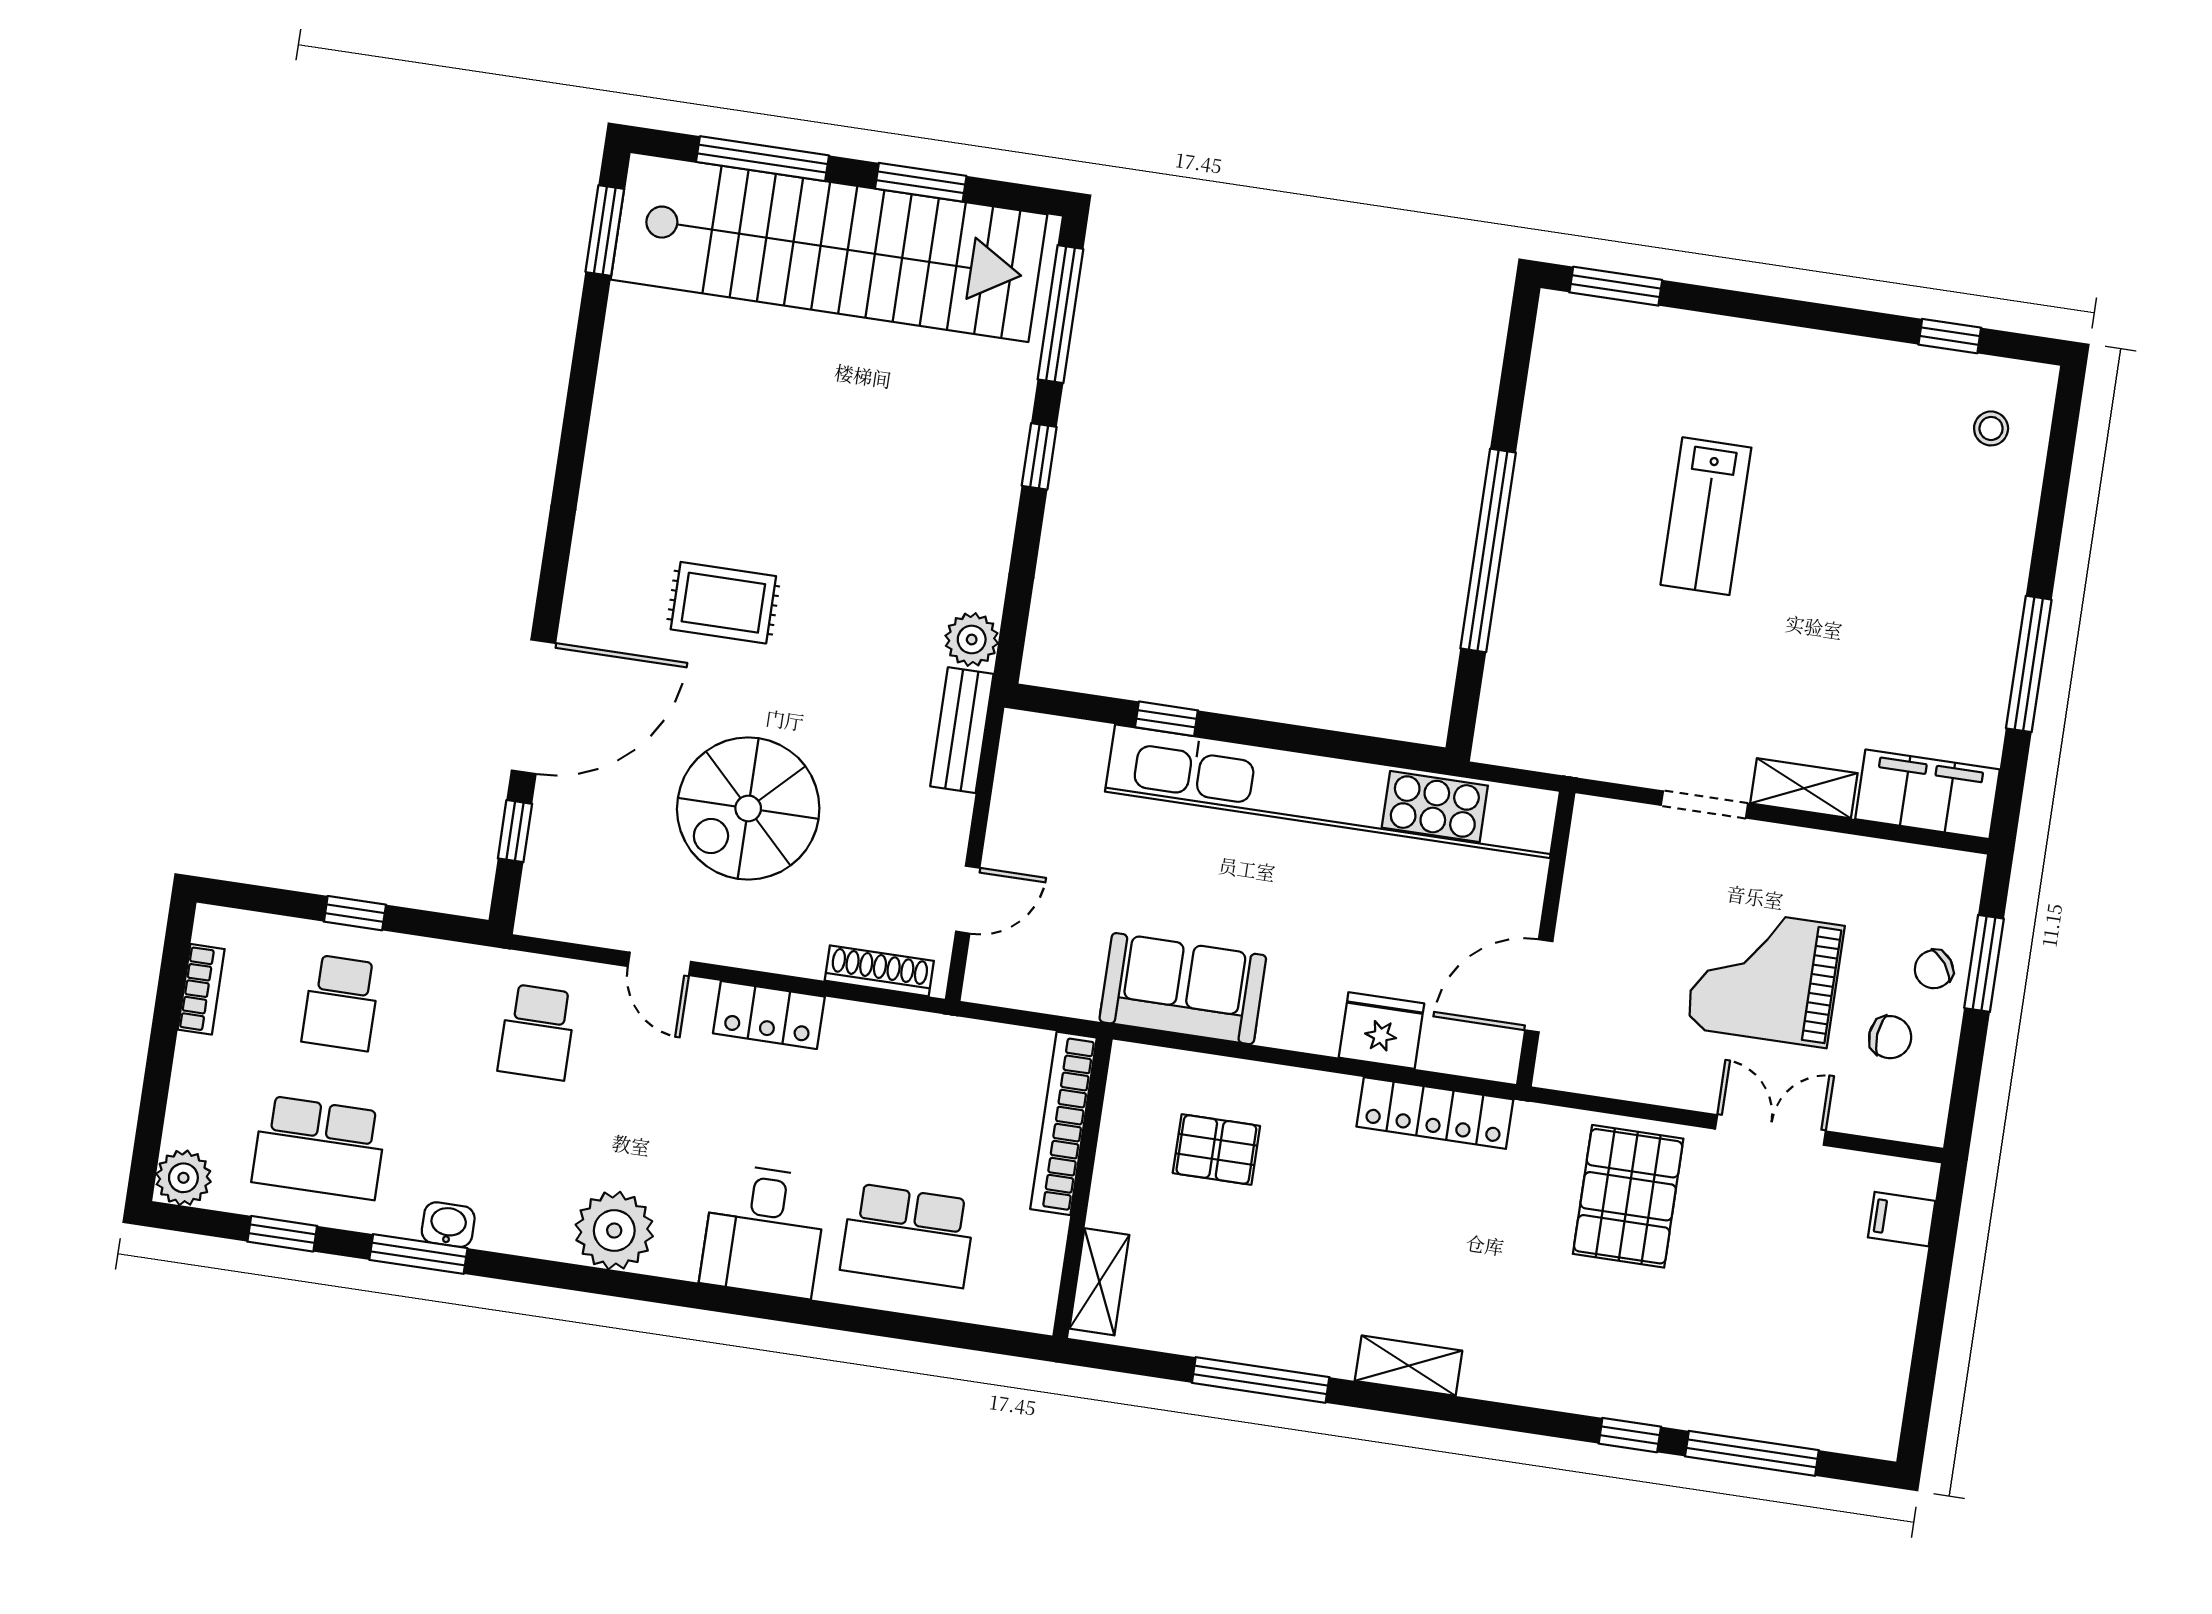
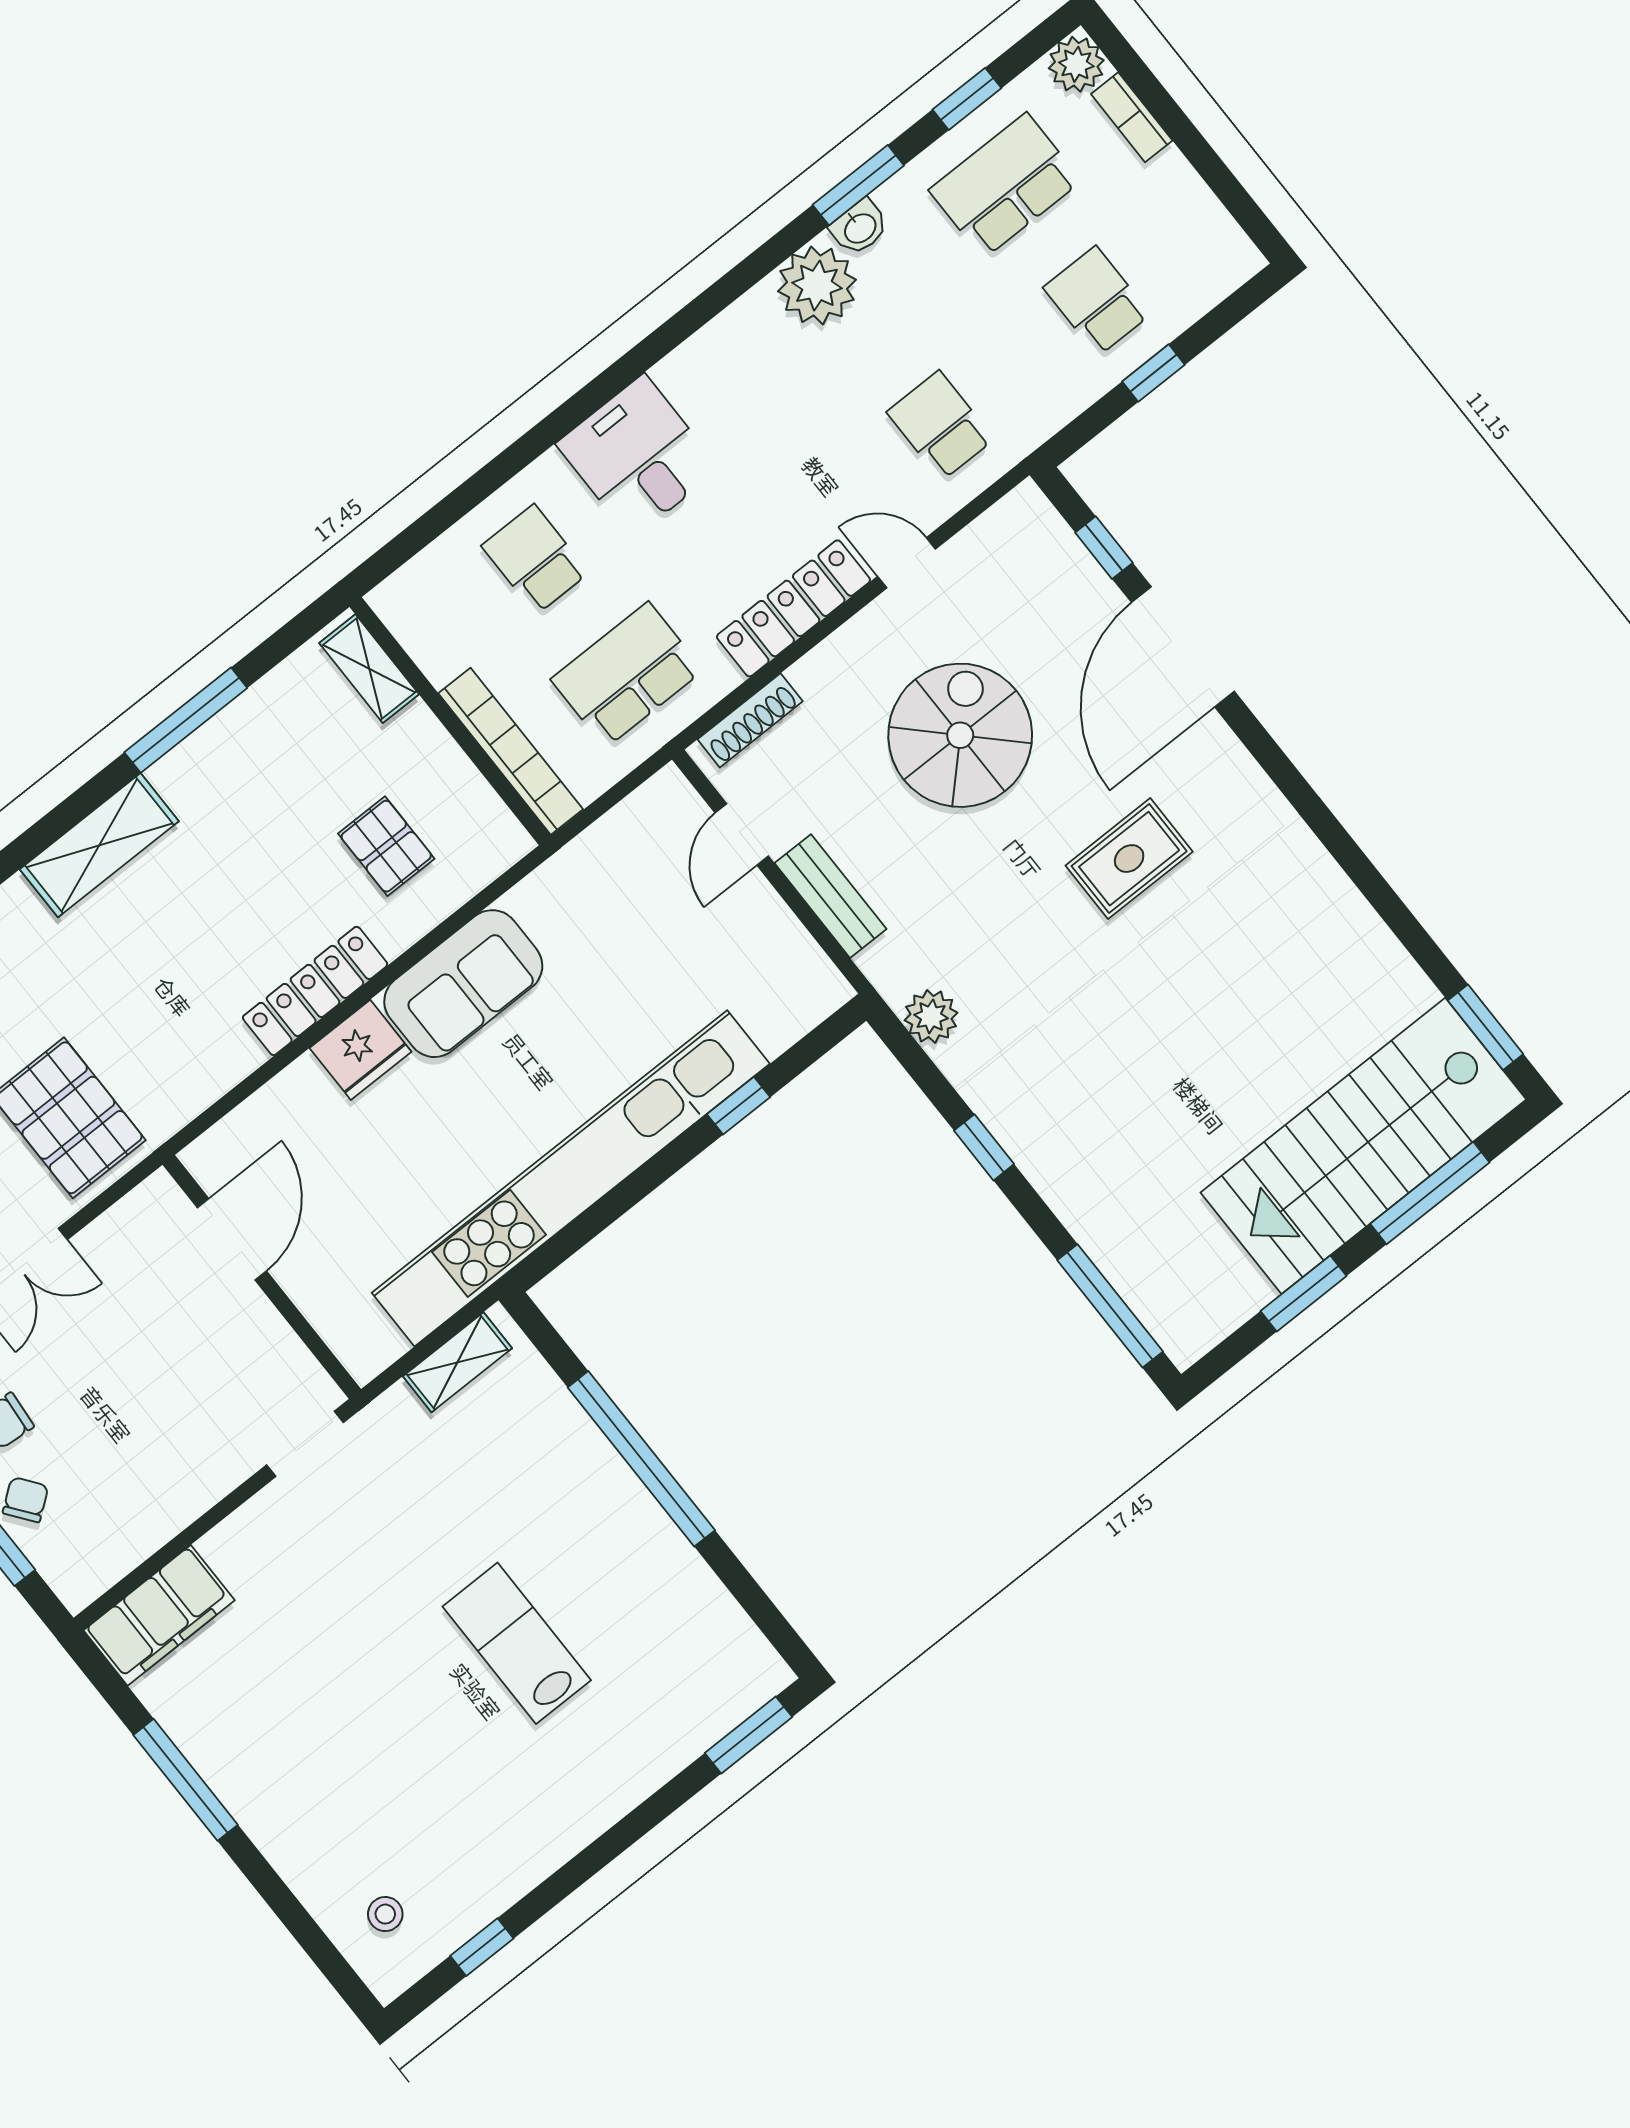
stairs: (829, 247) -> (1363, 1146), width x0.73
window: (1039, 456) -> (984, 1147), moved
bench: (962, 730) -> (831, 896), moved
shelving: (1804, 788) -> (457, 1362), moved
wall: (1546, 939) -> (262, 1277), moved
grand piano: (1765, 977) -> (136, 1370), removed
door: (1539, 986) -> (232, 1239), moved
bookcase: (201, 989) -> (1132, 117), moved
sofa: (1183, 989) -> (463, 984), moved
locker: (769, 1015) -> (793, 608), width x1.53
school desk: (930, 1091) -> (627, 675), added
locker: (1435, 1113) -> (315, 991), moved
pallet: (1216, 1149) -> (386, 846), turned 90
plant: (614, 1231) -> (817, 285), moved
school desk: (908, 1235) -> (535, 559), width x0.54
shelving: (1409, 1366) -> (99, 845), width x1.50, depth x1.33

